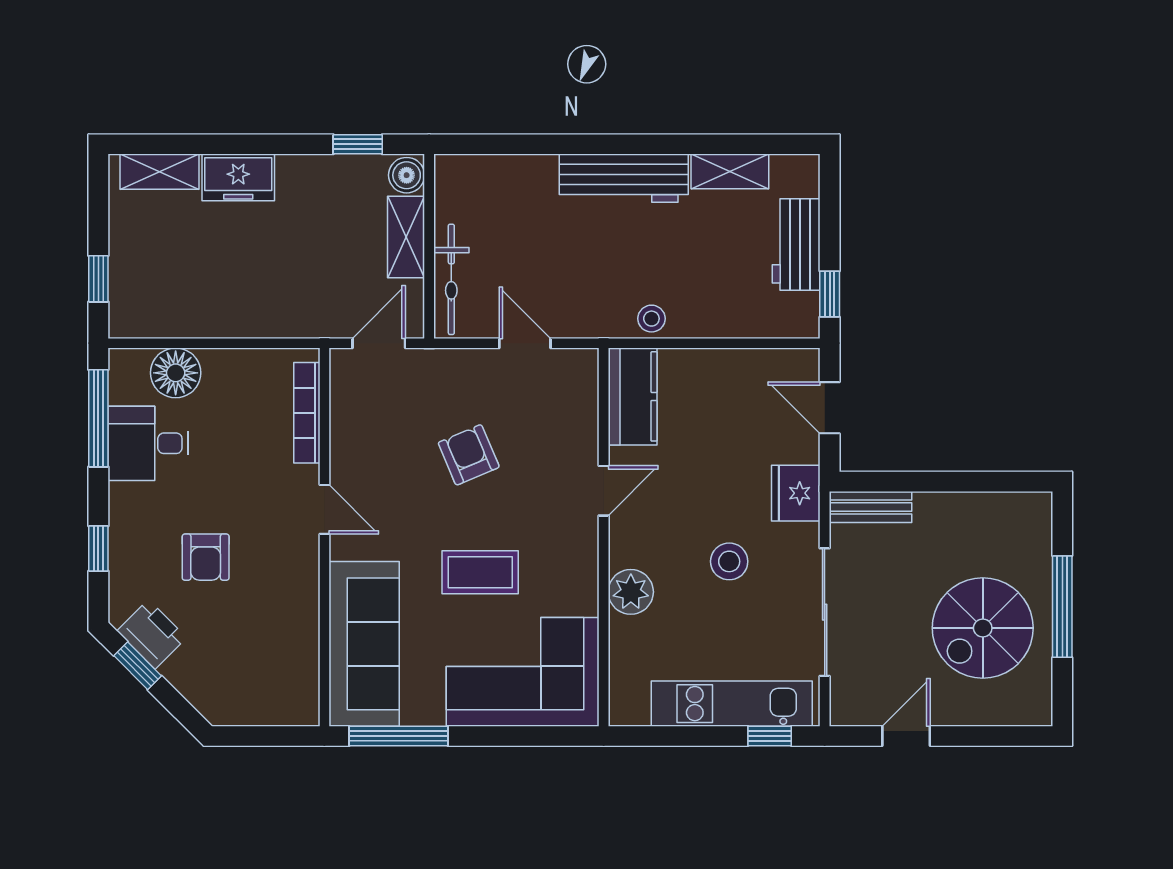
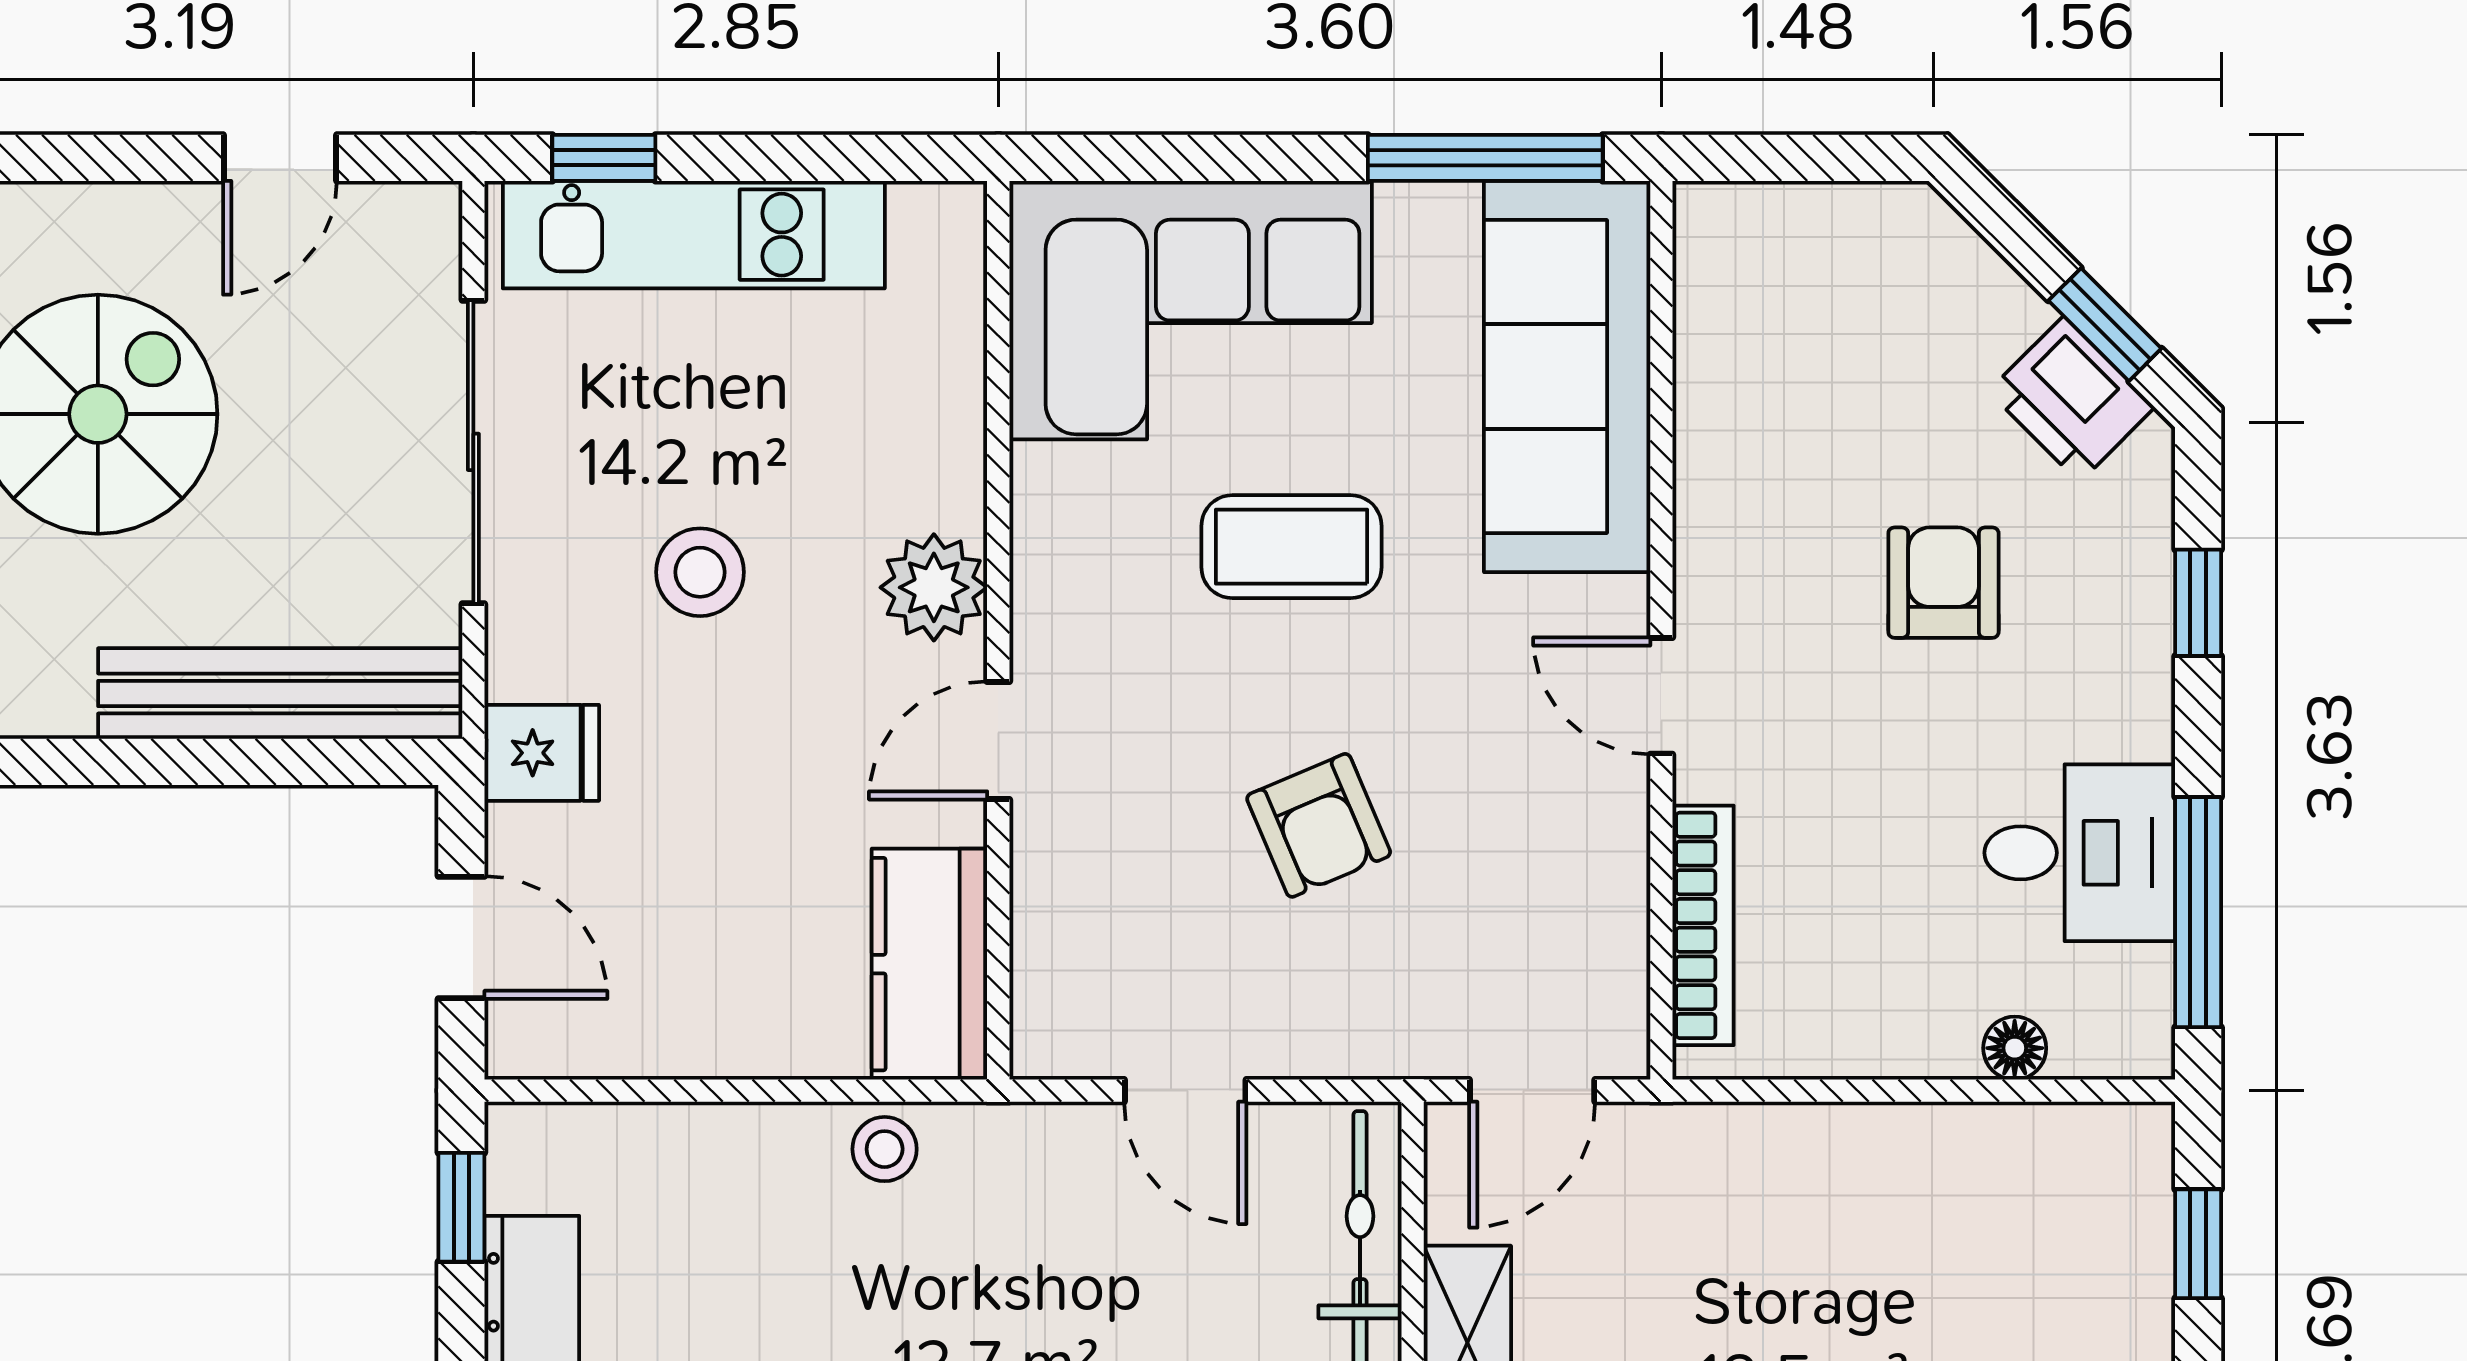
floor lamp: (176, 373) -> (2015, 1048), width x0.53, depth x0.53
fridge: (796, 493) -> (542, 753), width x0.72
bench: (870, 507) -> (280, 694), width x1.86, depth x1.21
plant: (631, 592) -> (934, 587), moved

